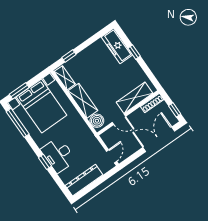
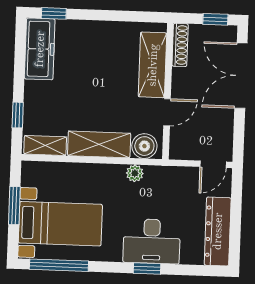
freezer: (117, 46) -> (40, 49), moved, turned -90
window: (134, 52) -> (54, 13), moved
window: (19, 91) -> (14, 206), moved
bed with nightstands: (42, 106) -> (60, 224), width x0.73
plant: (82, 125) -> (135, 173), added
door: (112, 156) -> (213, 164), swing flipped

